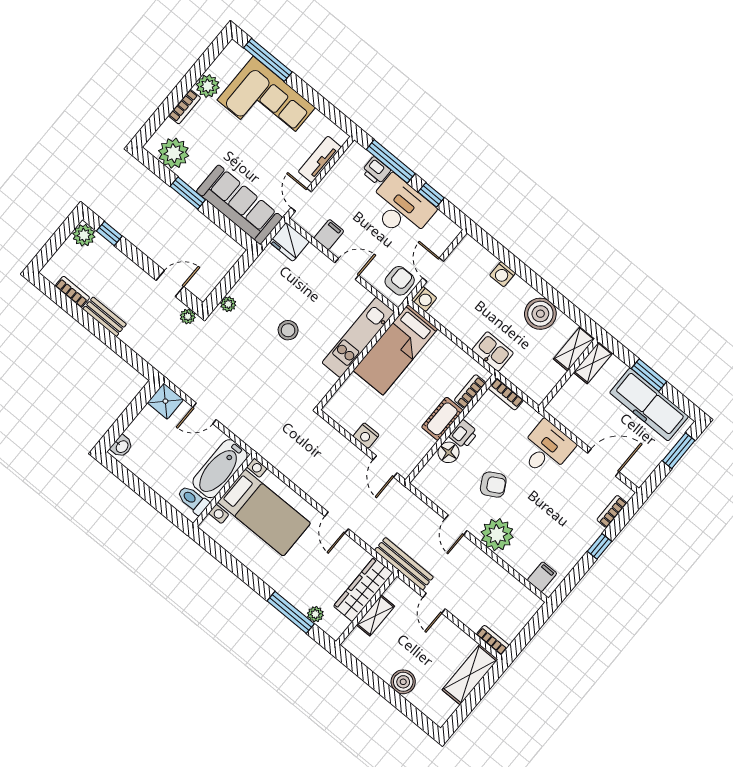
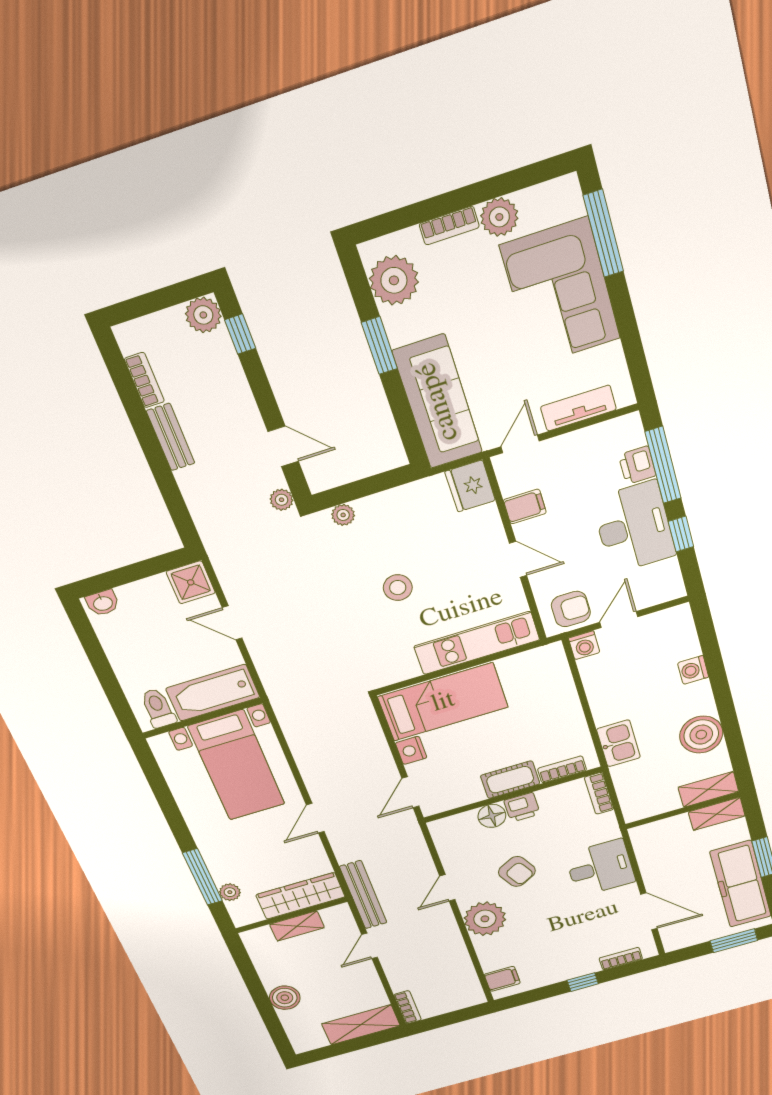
bed: (395, 350) -> (443, 702), moved, turned 180

